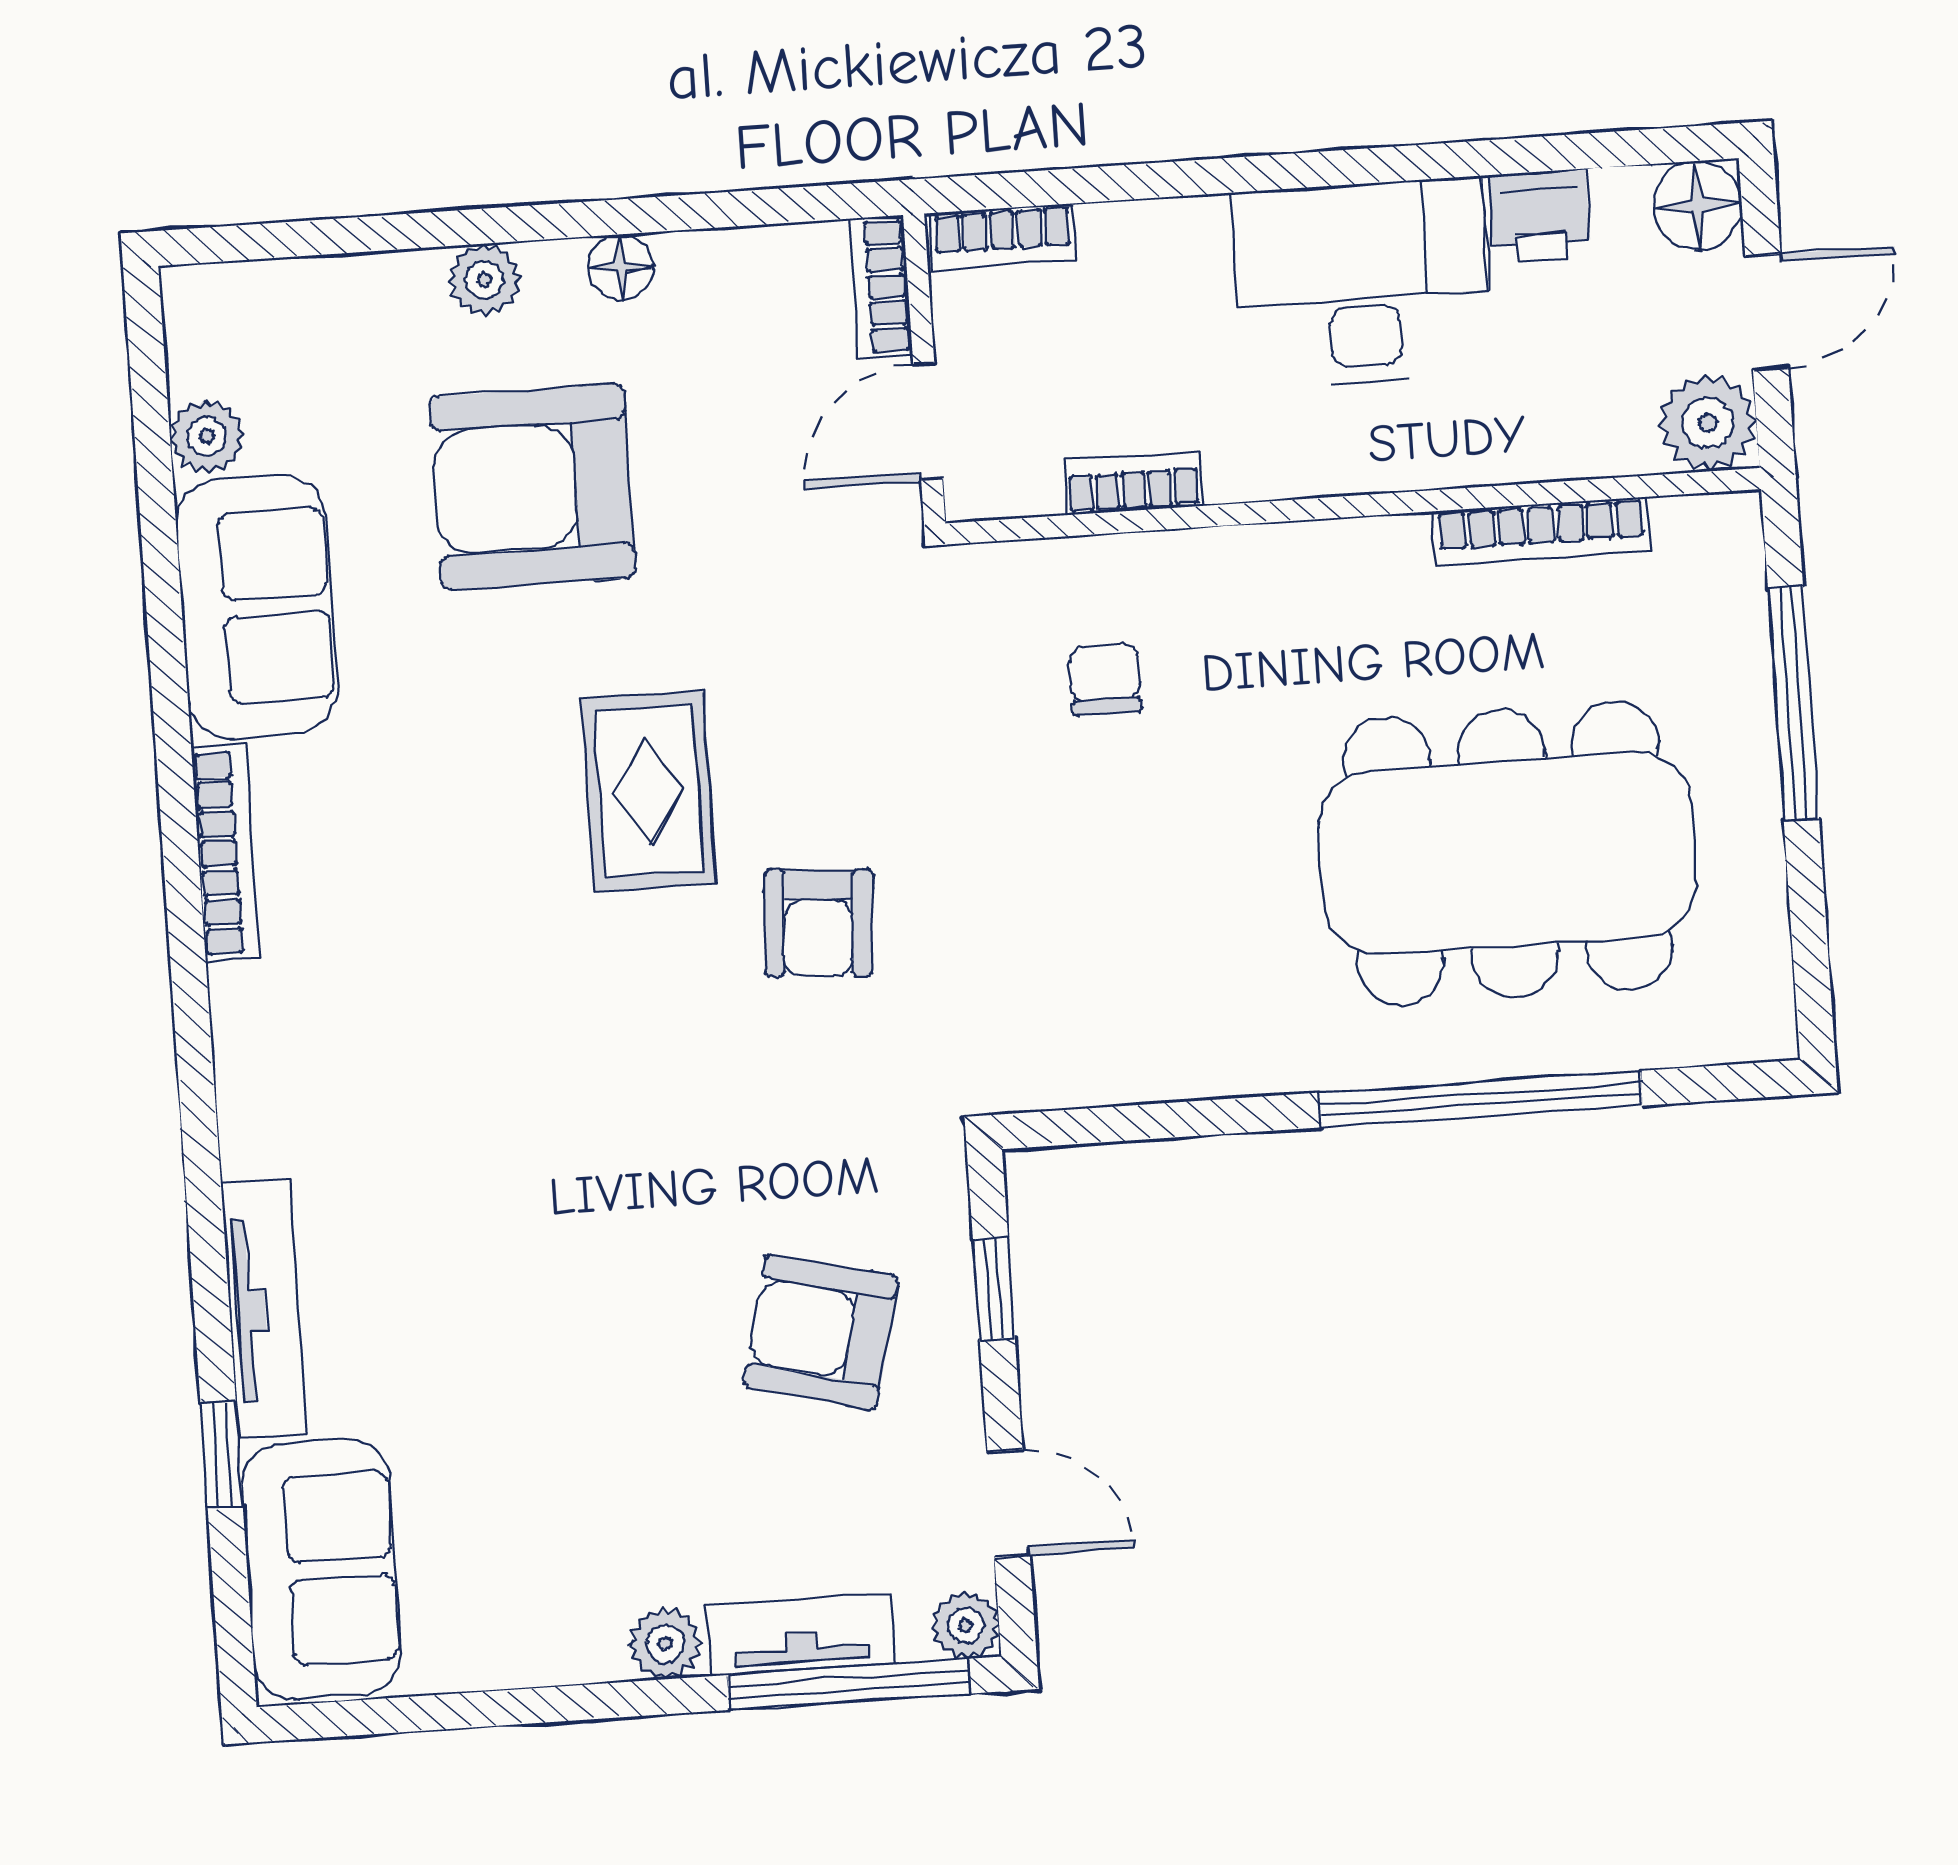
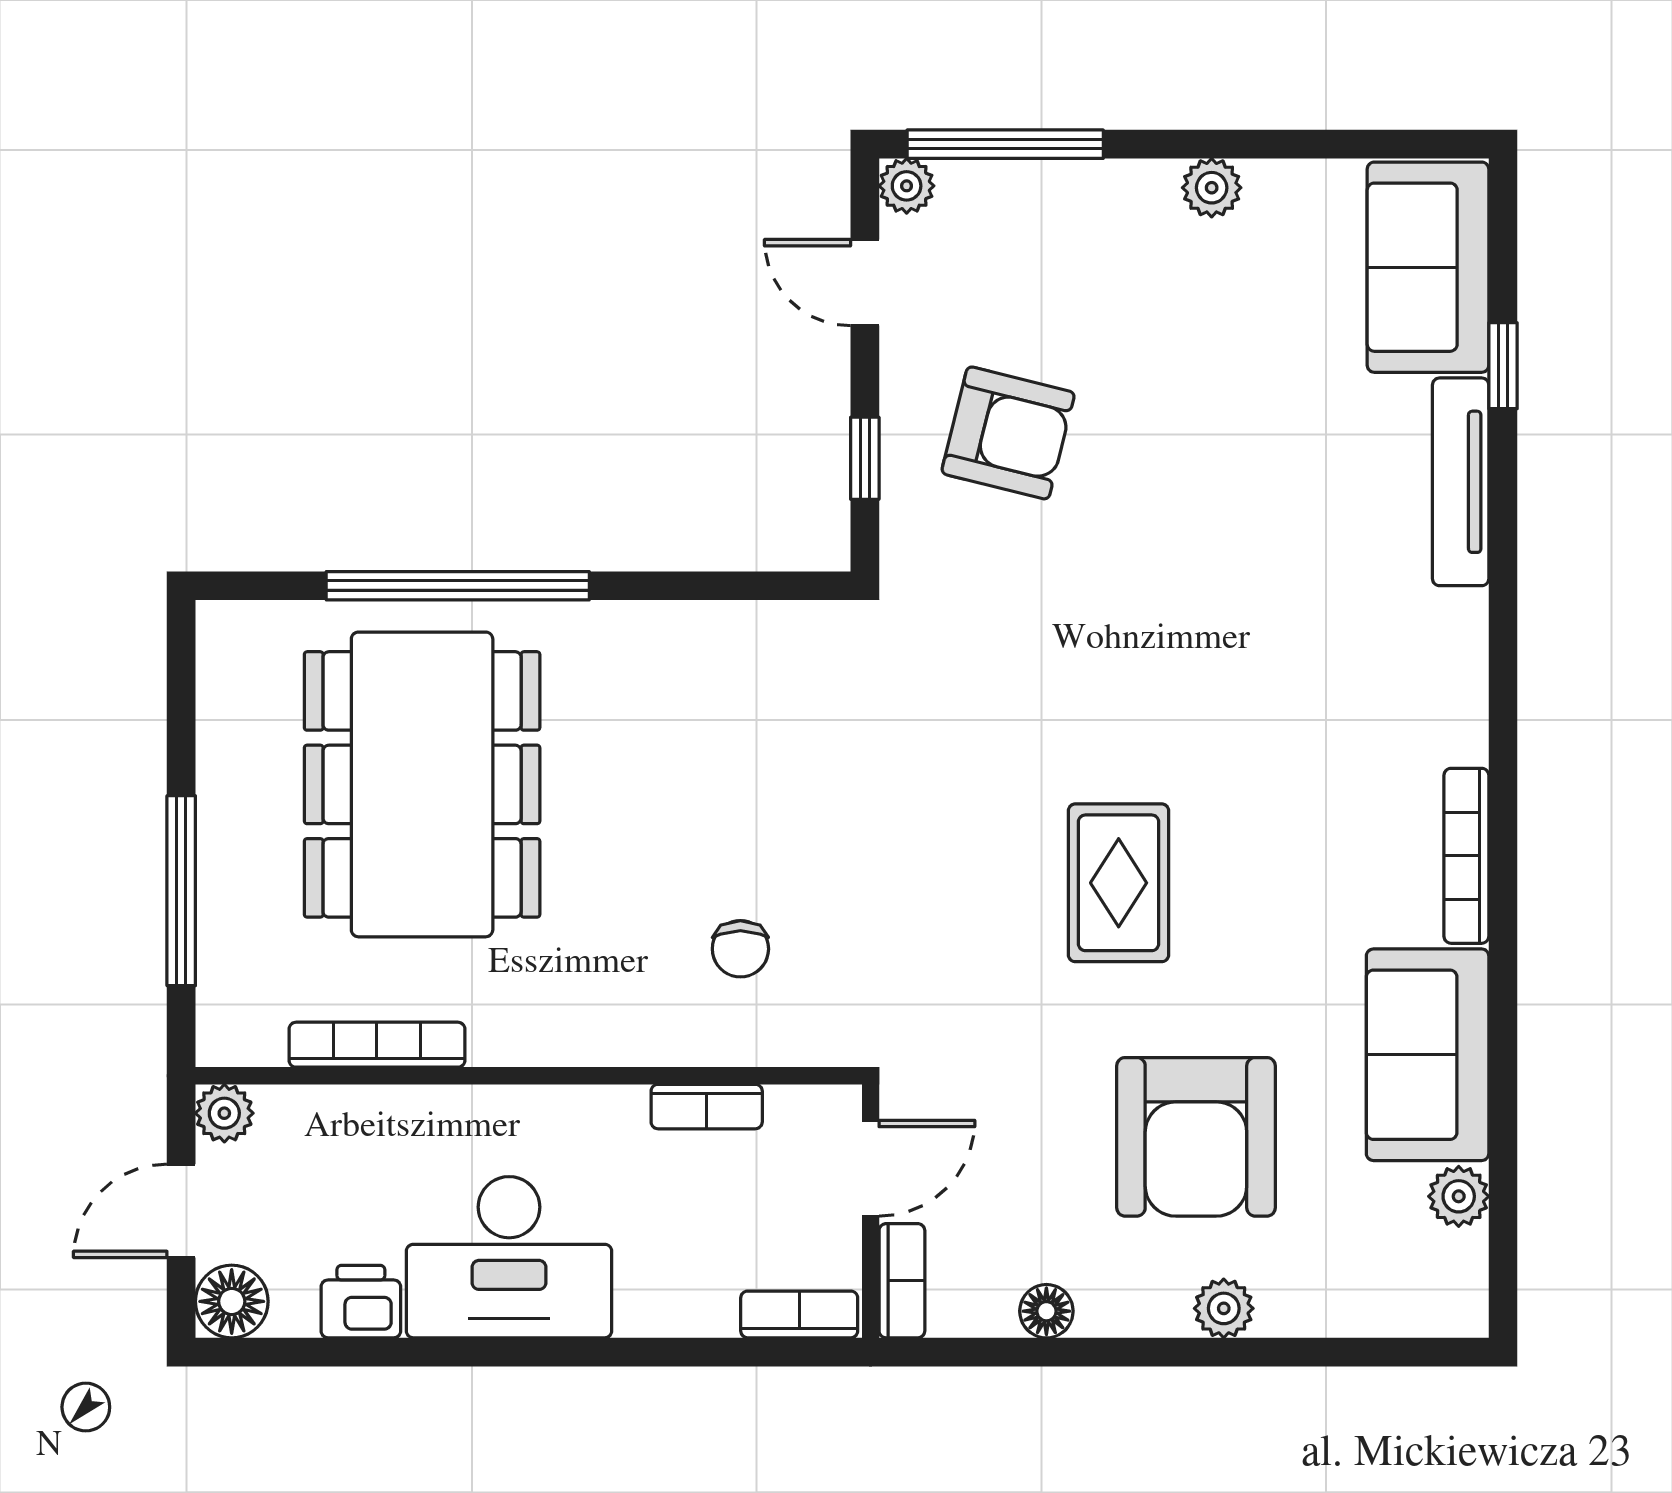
floor lamp: (621, 267) -> (1046, 1311), moved
plant: (1708, 423) -> (224, 1113), width x0.73, depth x0.73
armchair: (533, 487) -> (1196, 1137), turned 90
dining table: (1508, 853) -> (422, 784), turned 90
armchair: (818, 923) -> (988, 766), removed
tv unit: (801, 1635) -> (1041, 187), removed
plant: (665, 1643) -> (1212, 188), moved

